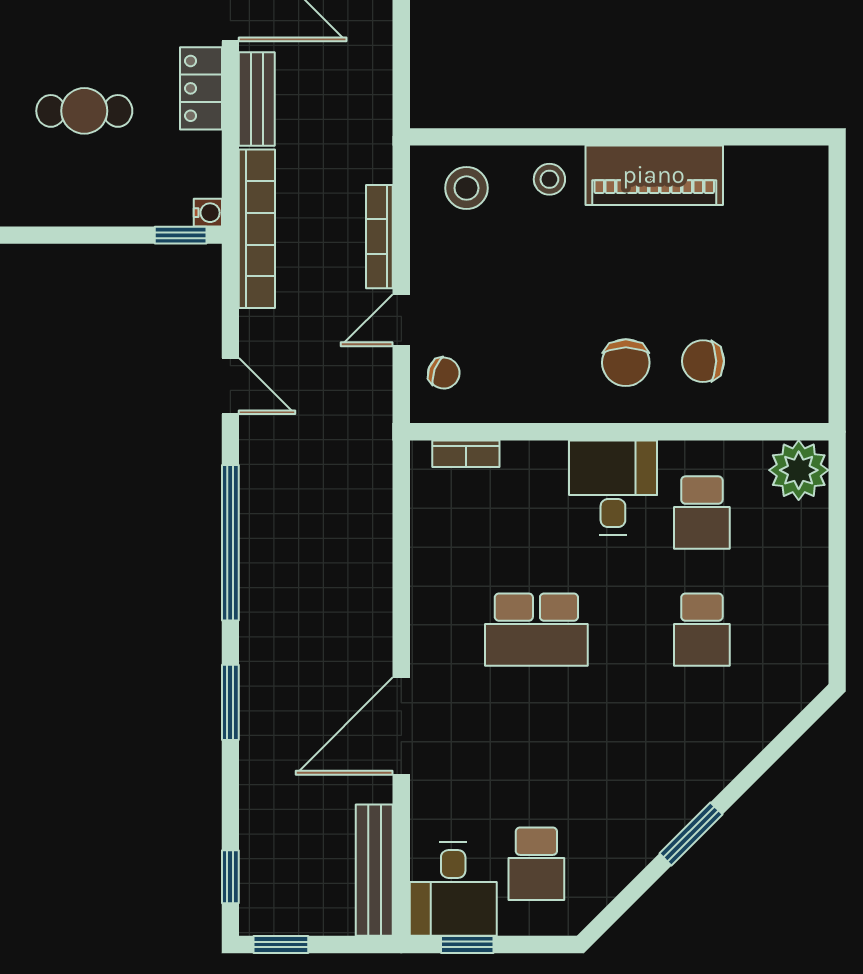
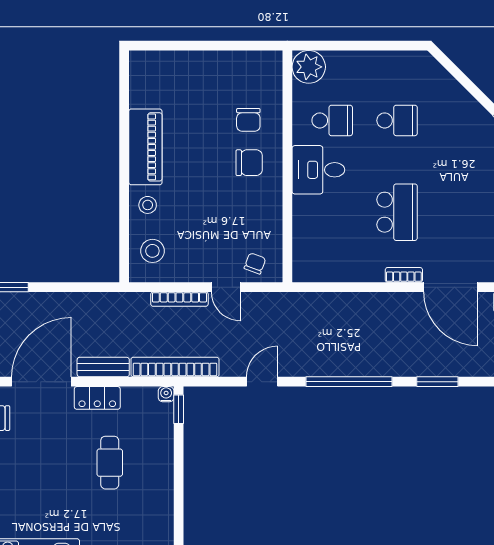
bookcase: (466, 454) -> (404, 275), moved, turned -90

